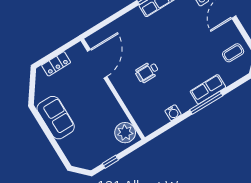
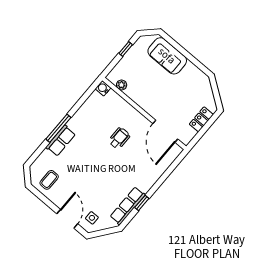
water cooler: (173, 113) -> (103, 88), moved
sofa: (56, 118) -> (167, 56), moved
plant: (125, 133) -> (122, 85), width x0.53, depth x0.53

